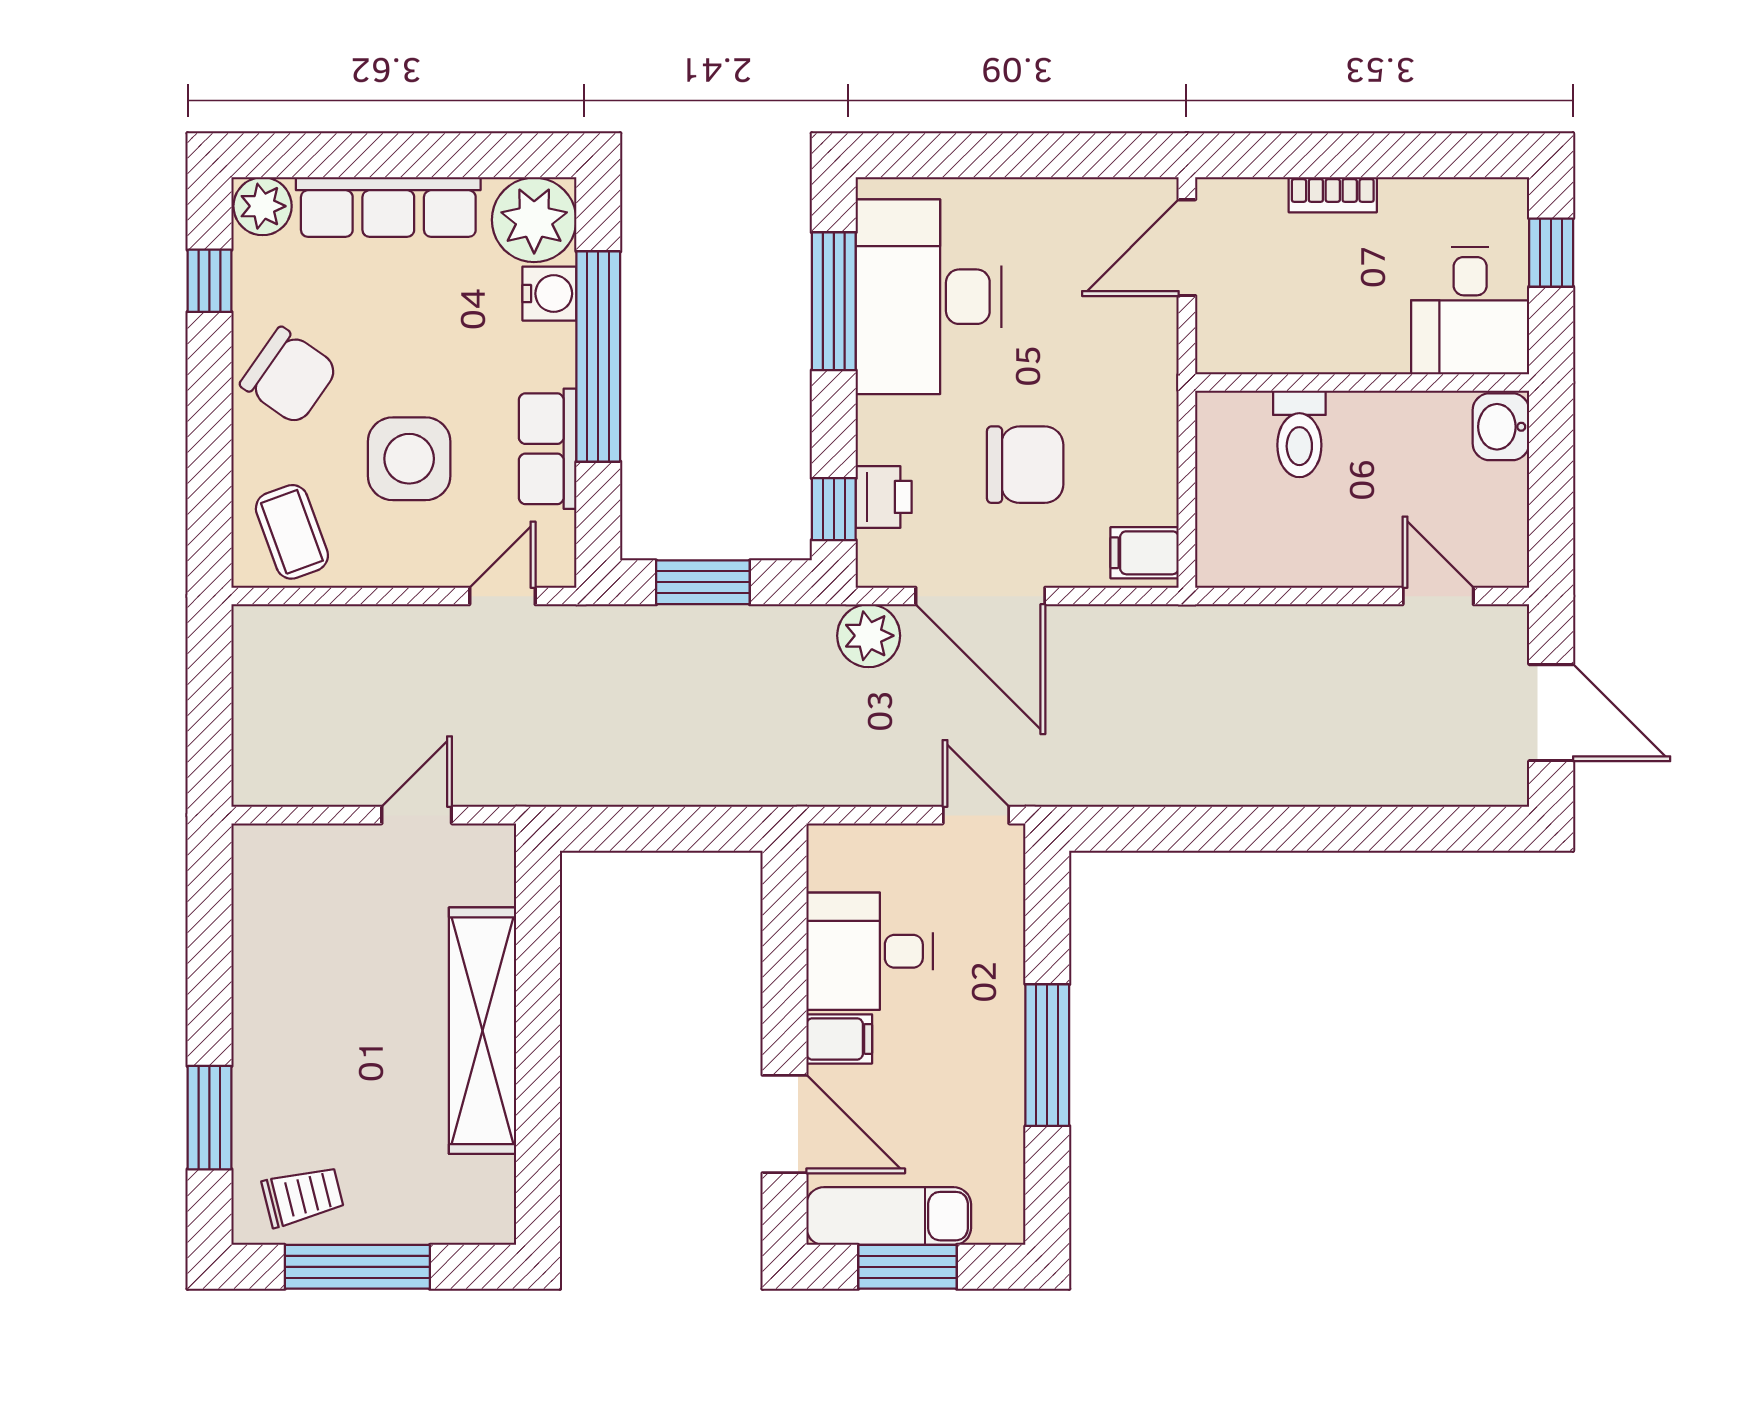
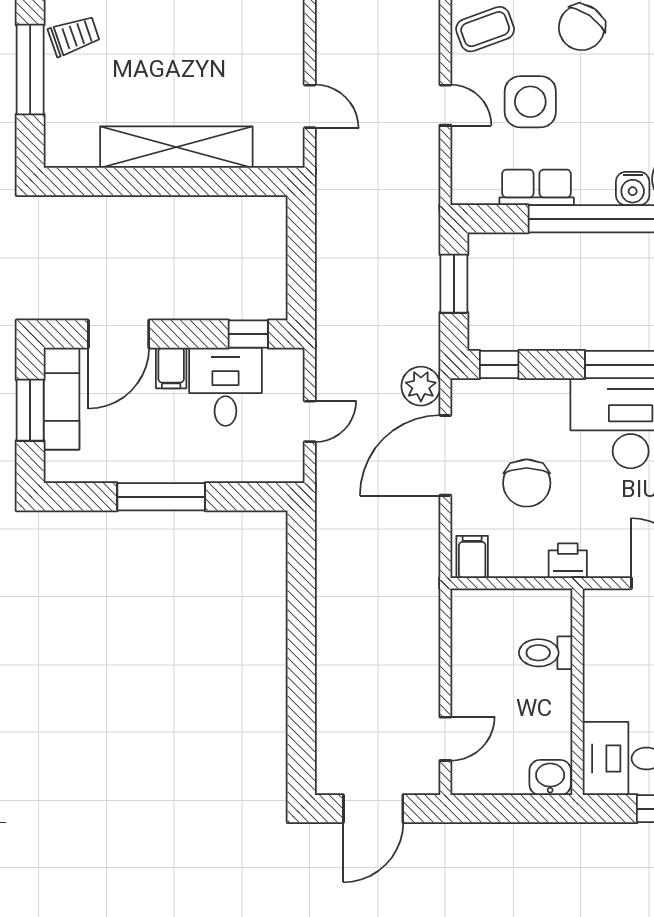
printer: (884, 497) -> (568, 561), moved, turned 180
door: (502, 596) -> (445, 105), moved
door: (976, 815) -> (310, 421), moved
window: (784, 914) -> (248, 334), added
trolley: (303, 1196) -> (74, 36), turned -95

